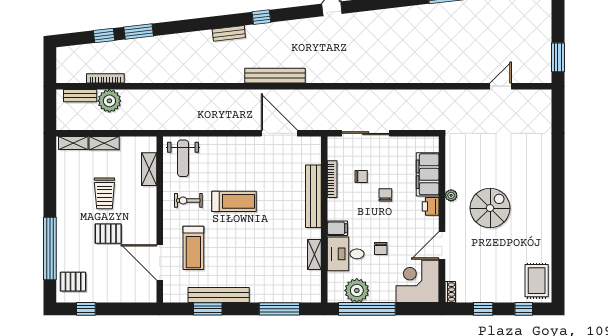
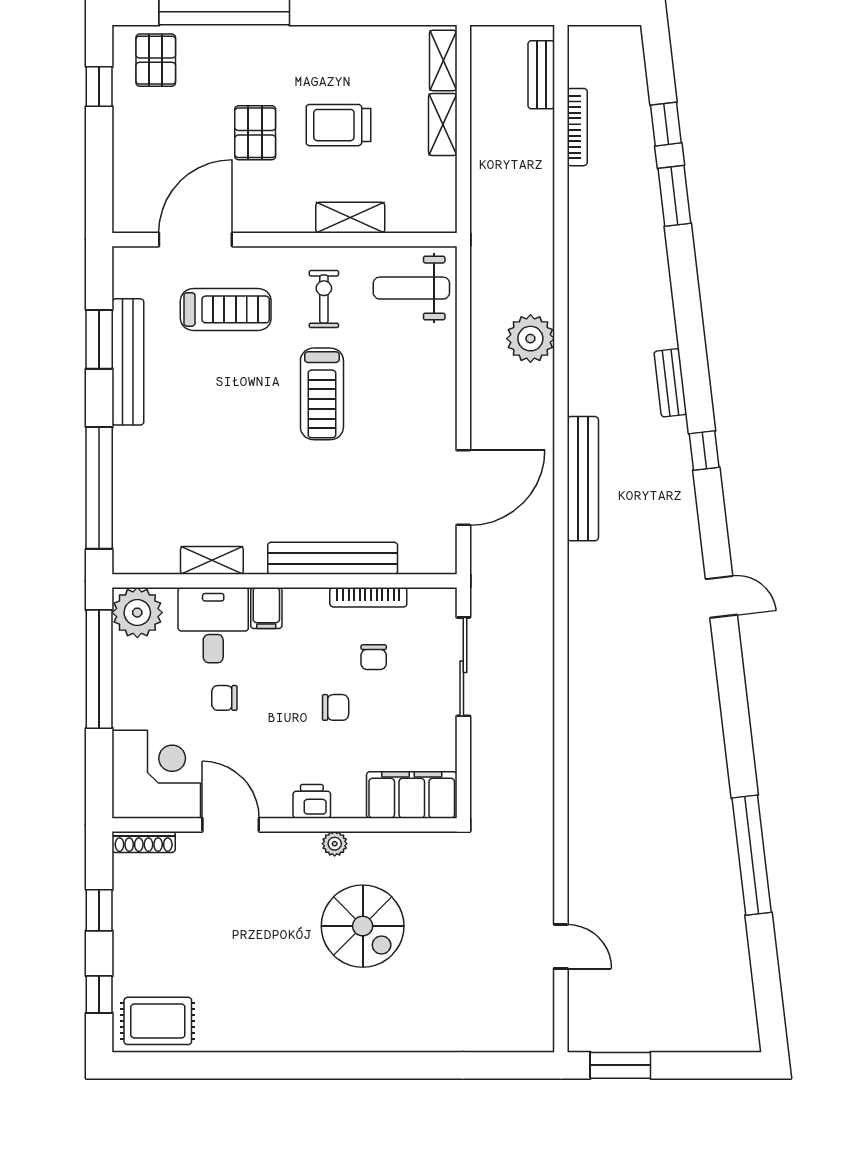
plant: (109, 101) -> (530, 339), moved
shelving: (149, 169) -> (350, 218), moved
filing cabinet: (428, 174) -> (412, 795), moved
spiral stairs: (490, 208) -> (363, 926), moved
treadmill: (193, 248) -> (226, 309), turned 180
plant: (357, 290) -> (137, 613), moved
shoe rack: (450, 292) -> (144, 842), width x1.43
window: (279, 309) -> (99, 488), width x1.46

